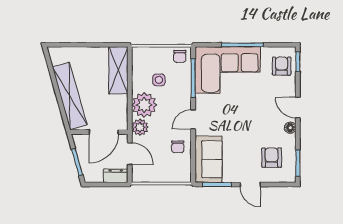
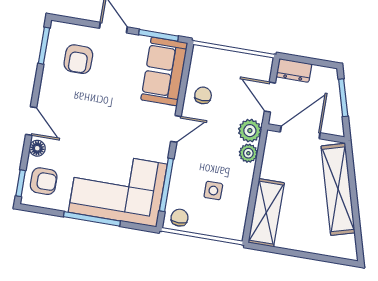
armchair: (282, 66) -> (44, 181), turned -90
plant: (144, 105) -> (248, 153), width x0.53, depth x0.53
floor lamp: (290, 128) -> (37, 148), moved

